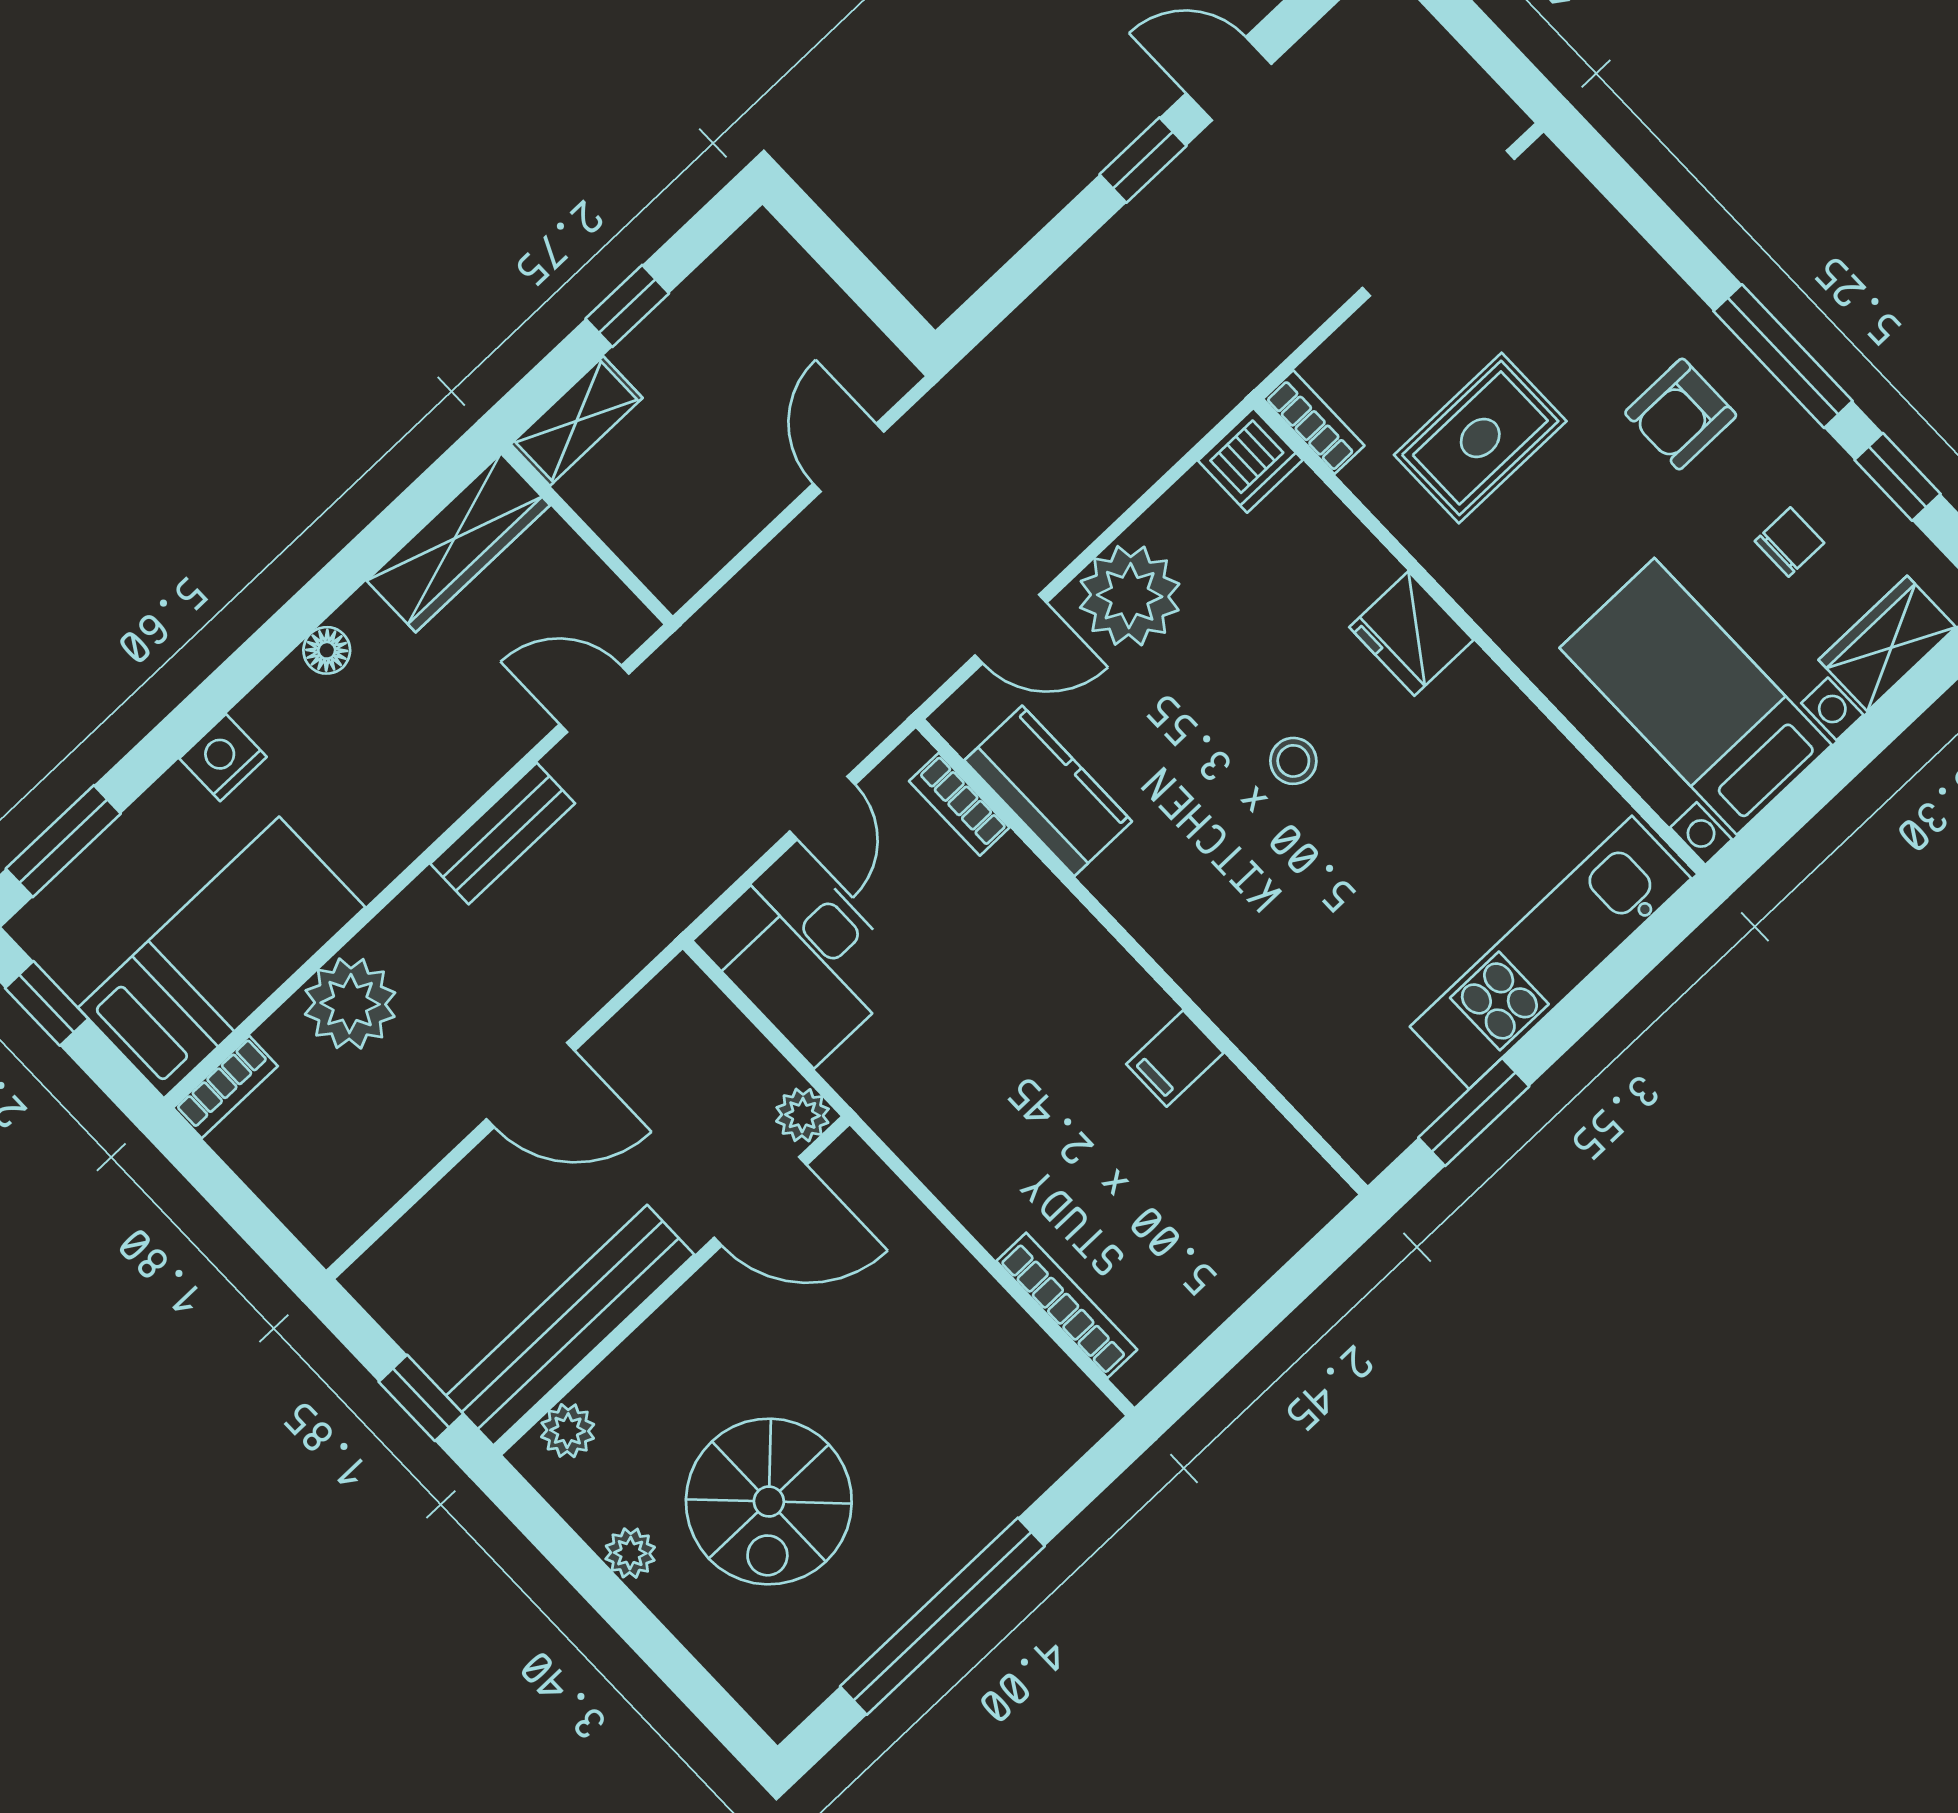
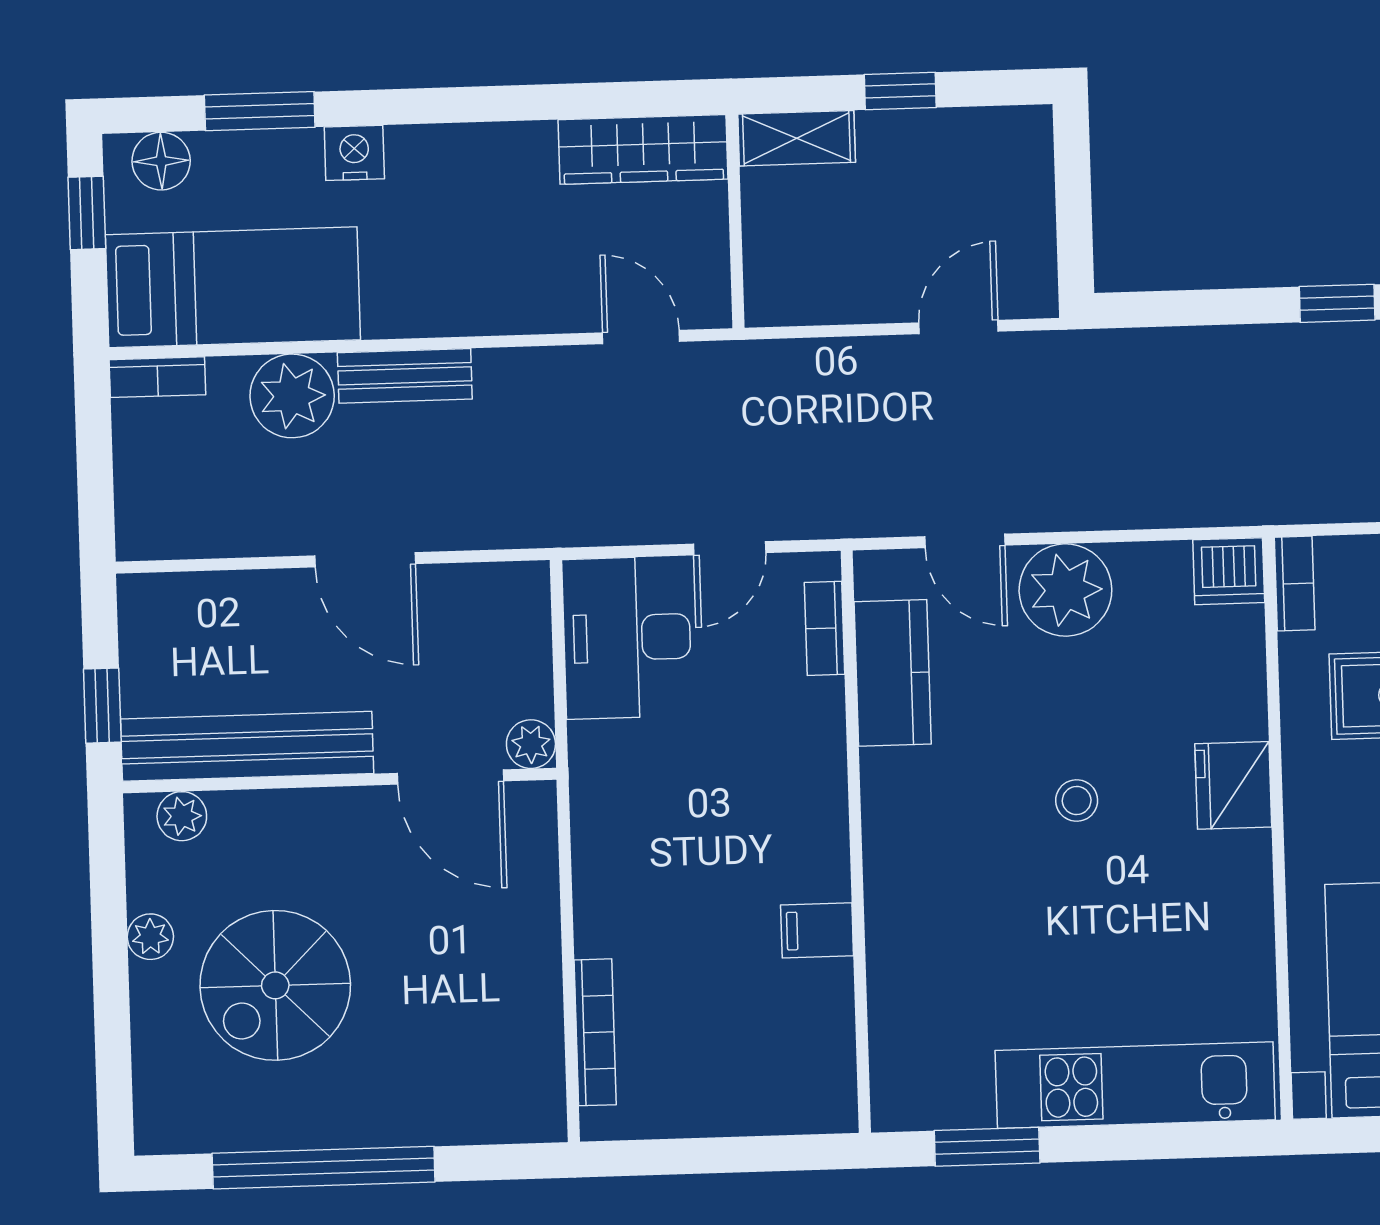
floor lamp: (327, 650) -> (161, 161), moved, width x1.37, depth x1.37
bench: (503, 834) -> (405, 376), moved
window: (63, 841) -> (260, 111), moved

